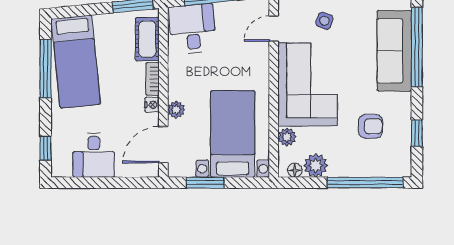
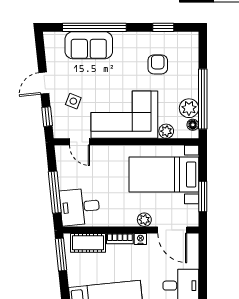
sofa: (394, 51) -> (89, 45), width x0.73
window: (365, 183) -> (203, 99), moved

